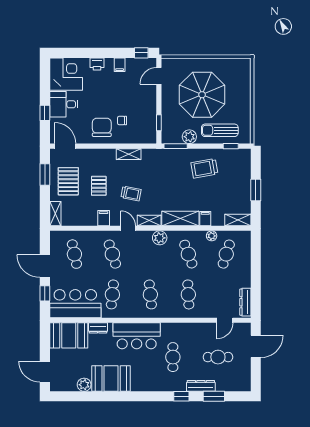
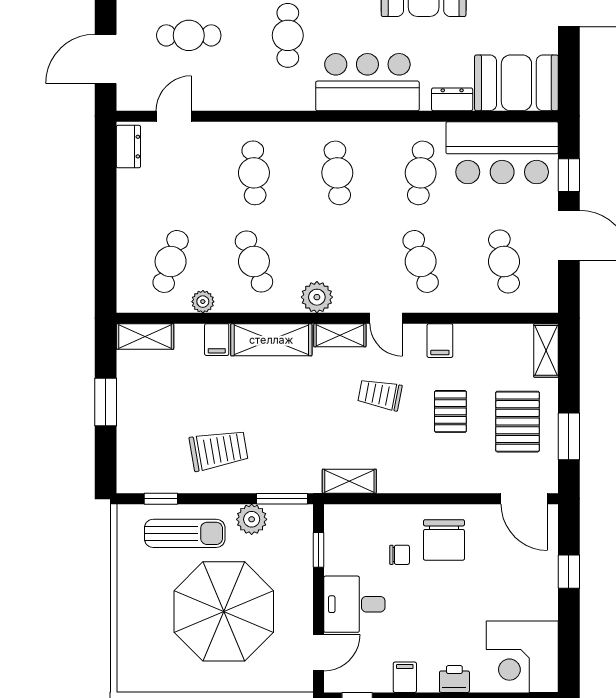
desk: (64, 104) -> (354, 604), moved, turned 180
shelving: (129, 154) -> (349, 481), moved
dresser: (245, 302) -> (128, 147), width x0.70

